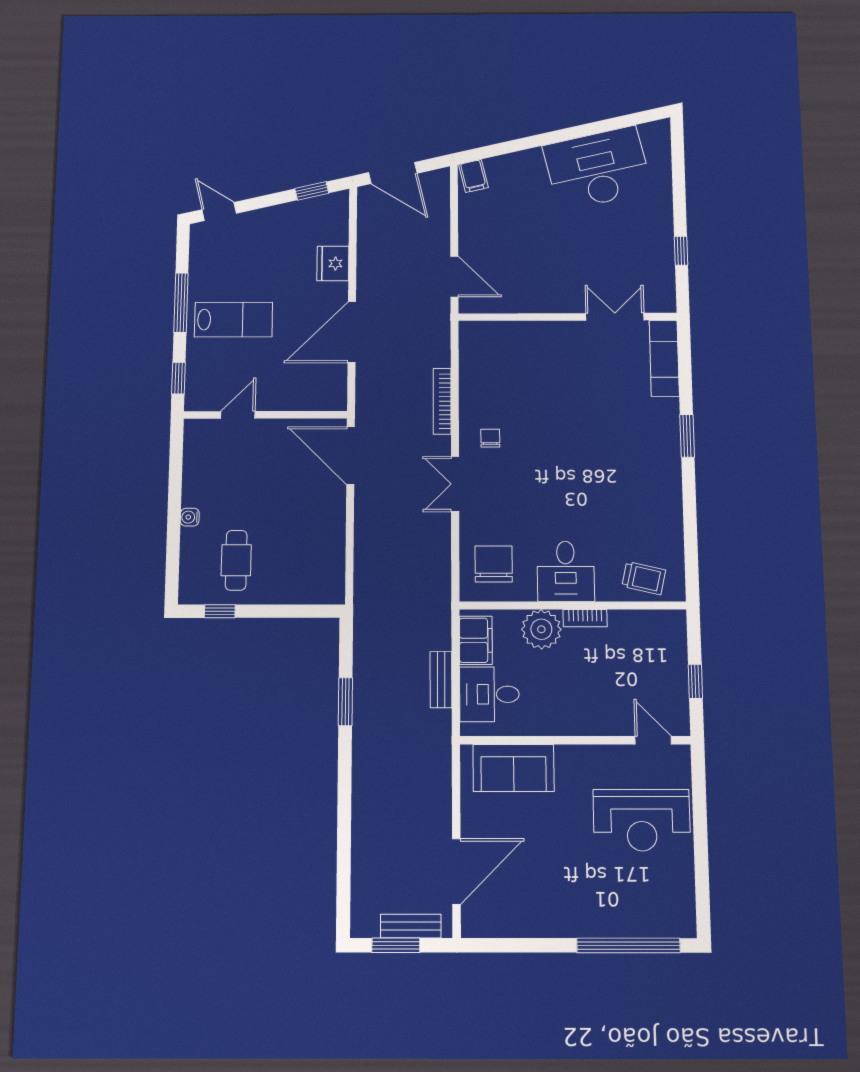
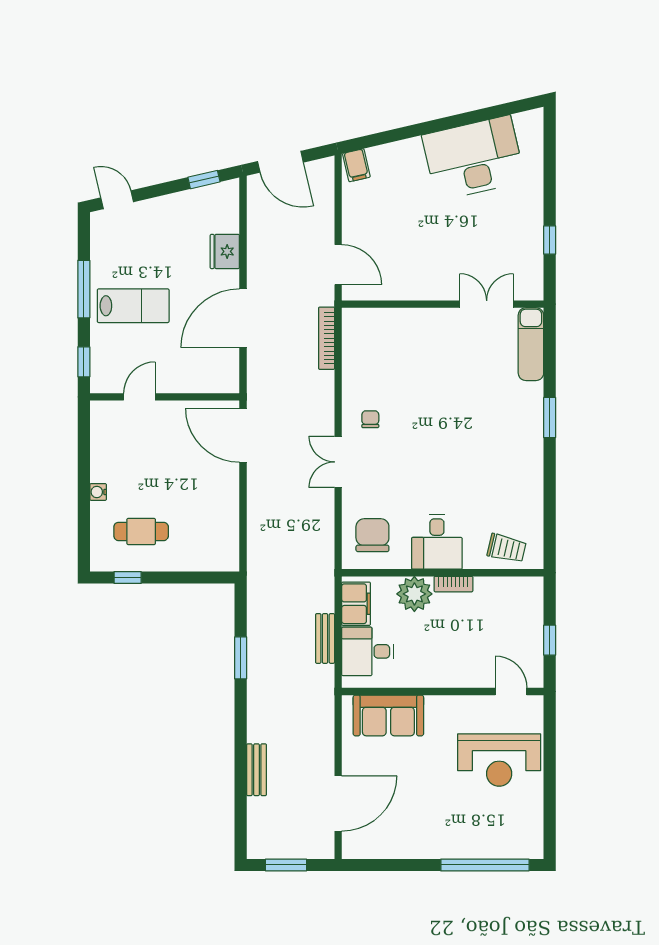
bookcase: (442, 401) -> (327, 338), moved
cafe table: (236, 560) -> (141, 531), turned 90
bench: (411, 926) -> (257, 770), moved, turned 90

